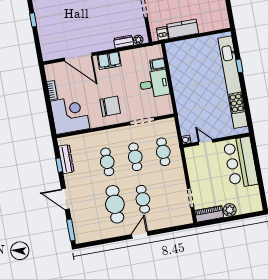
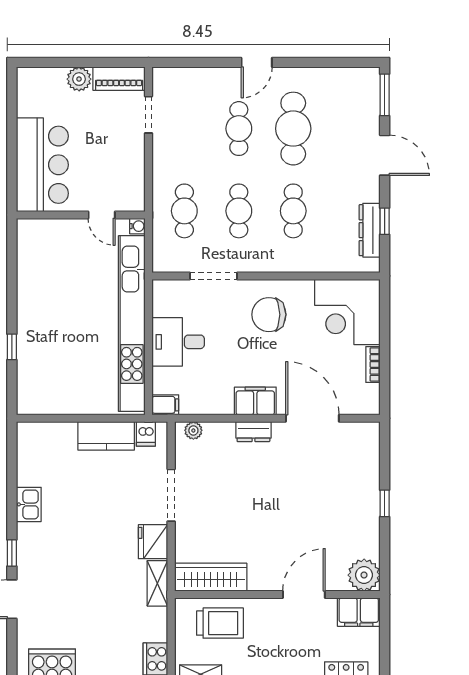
dresser: (124, 42) -> (253, 432), moved
filing cabinet: (158, 64) -> (165, 405), moved
kitchen unit: (233, 82) -> (132, 324), moved, turned 180

